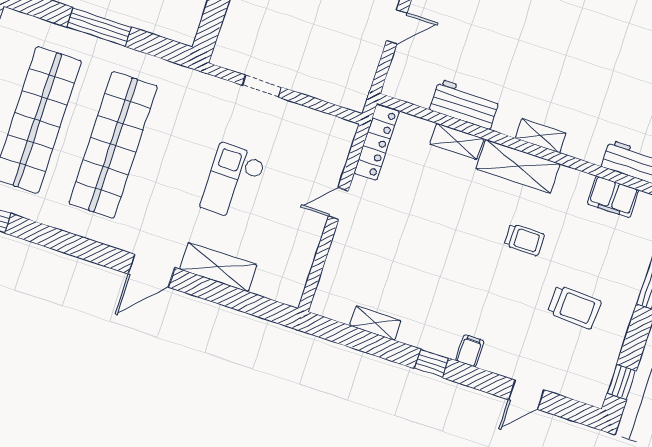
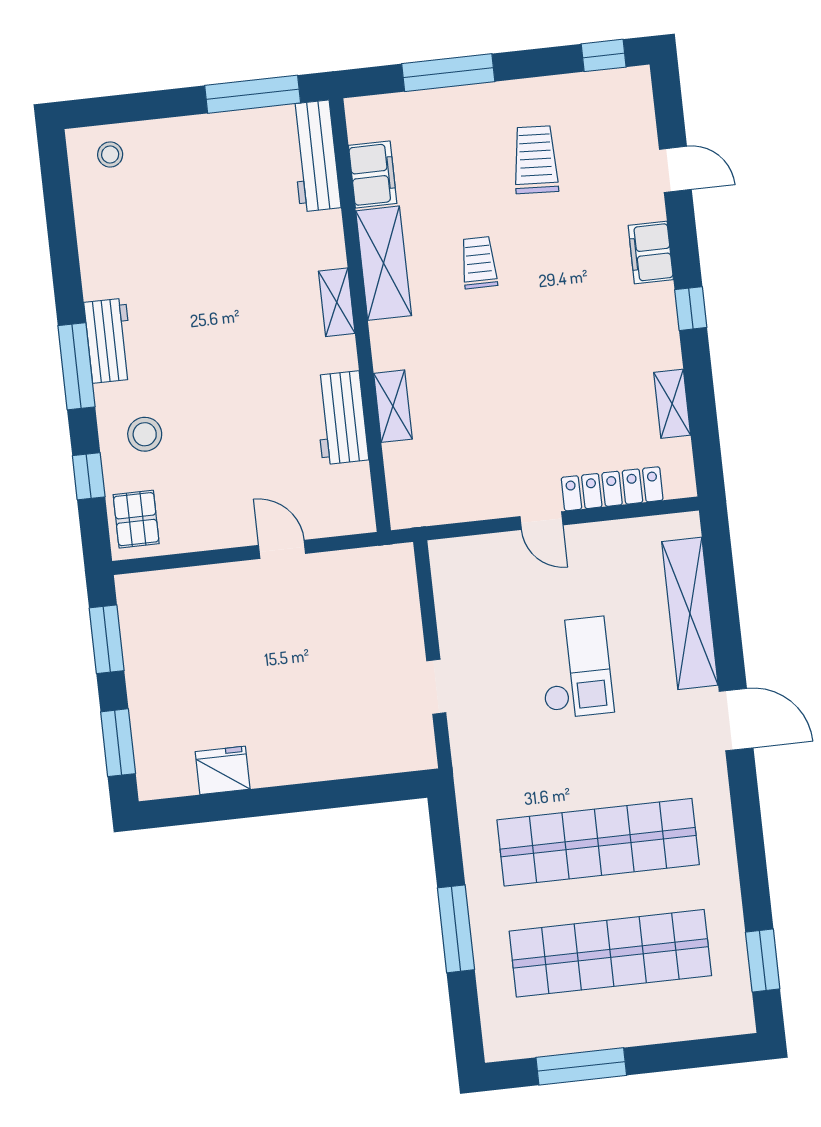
locker: (377, 142) -> (612, 489), moved
shelving: (518, 166) -> (384, 263), moved
checkout: (233, 182) -> (575, 668), turned -90
shelving: (218, 267) -> (690, 613), width x1.47
filing cabinet: (470, 351) -> (651, 253), width x2.00

